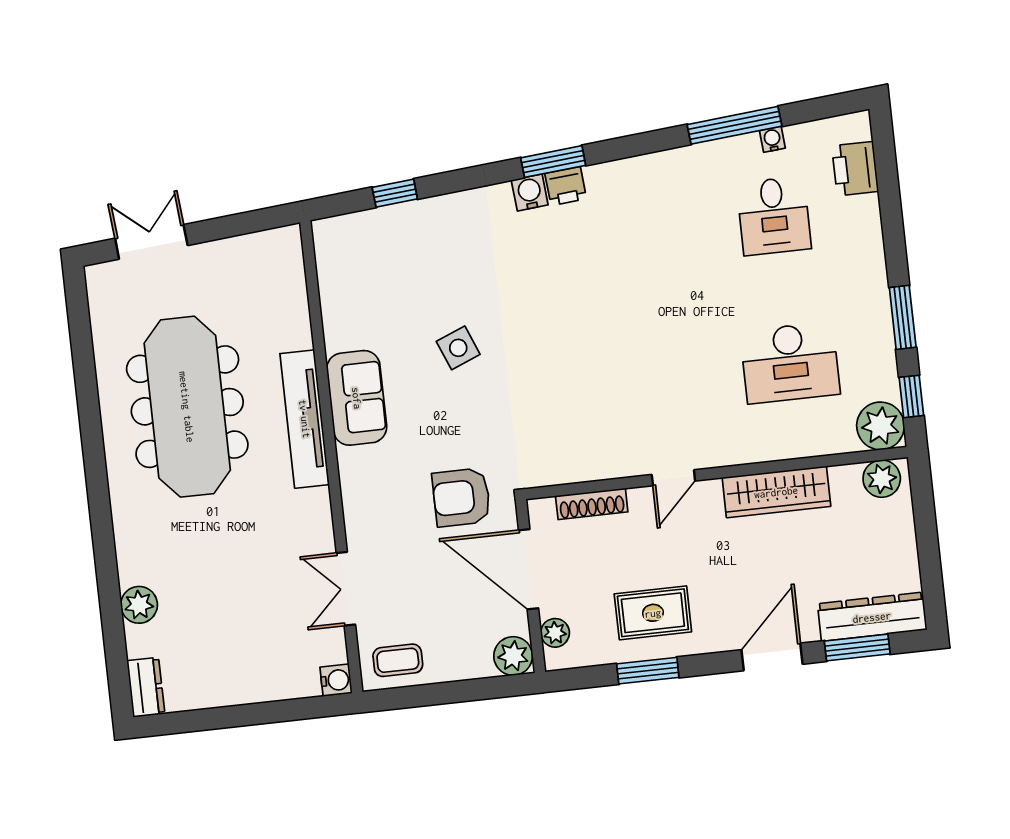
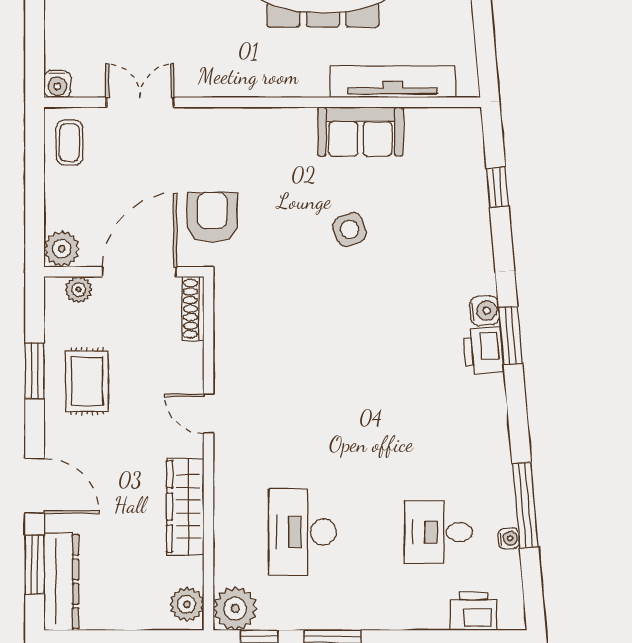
printer: (566, 186) -> (484, 351), width x1.36, depth x1.24
sofa: (357, 398) -> (360, 132), moved
tv unit: (305, 419) -> (393, 82), moved
shoe rack: (592, 504) -> (193, 309), moved

